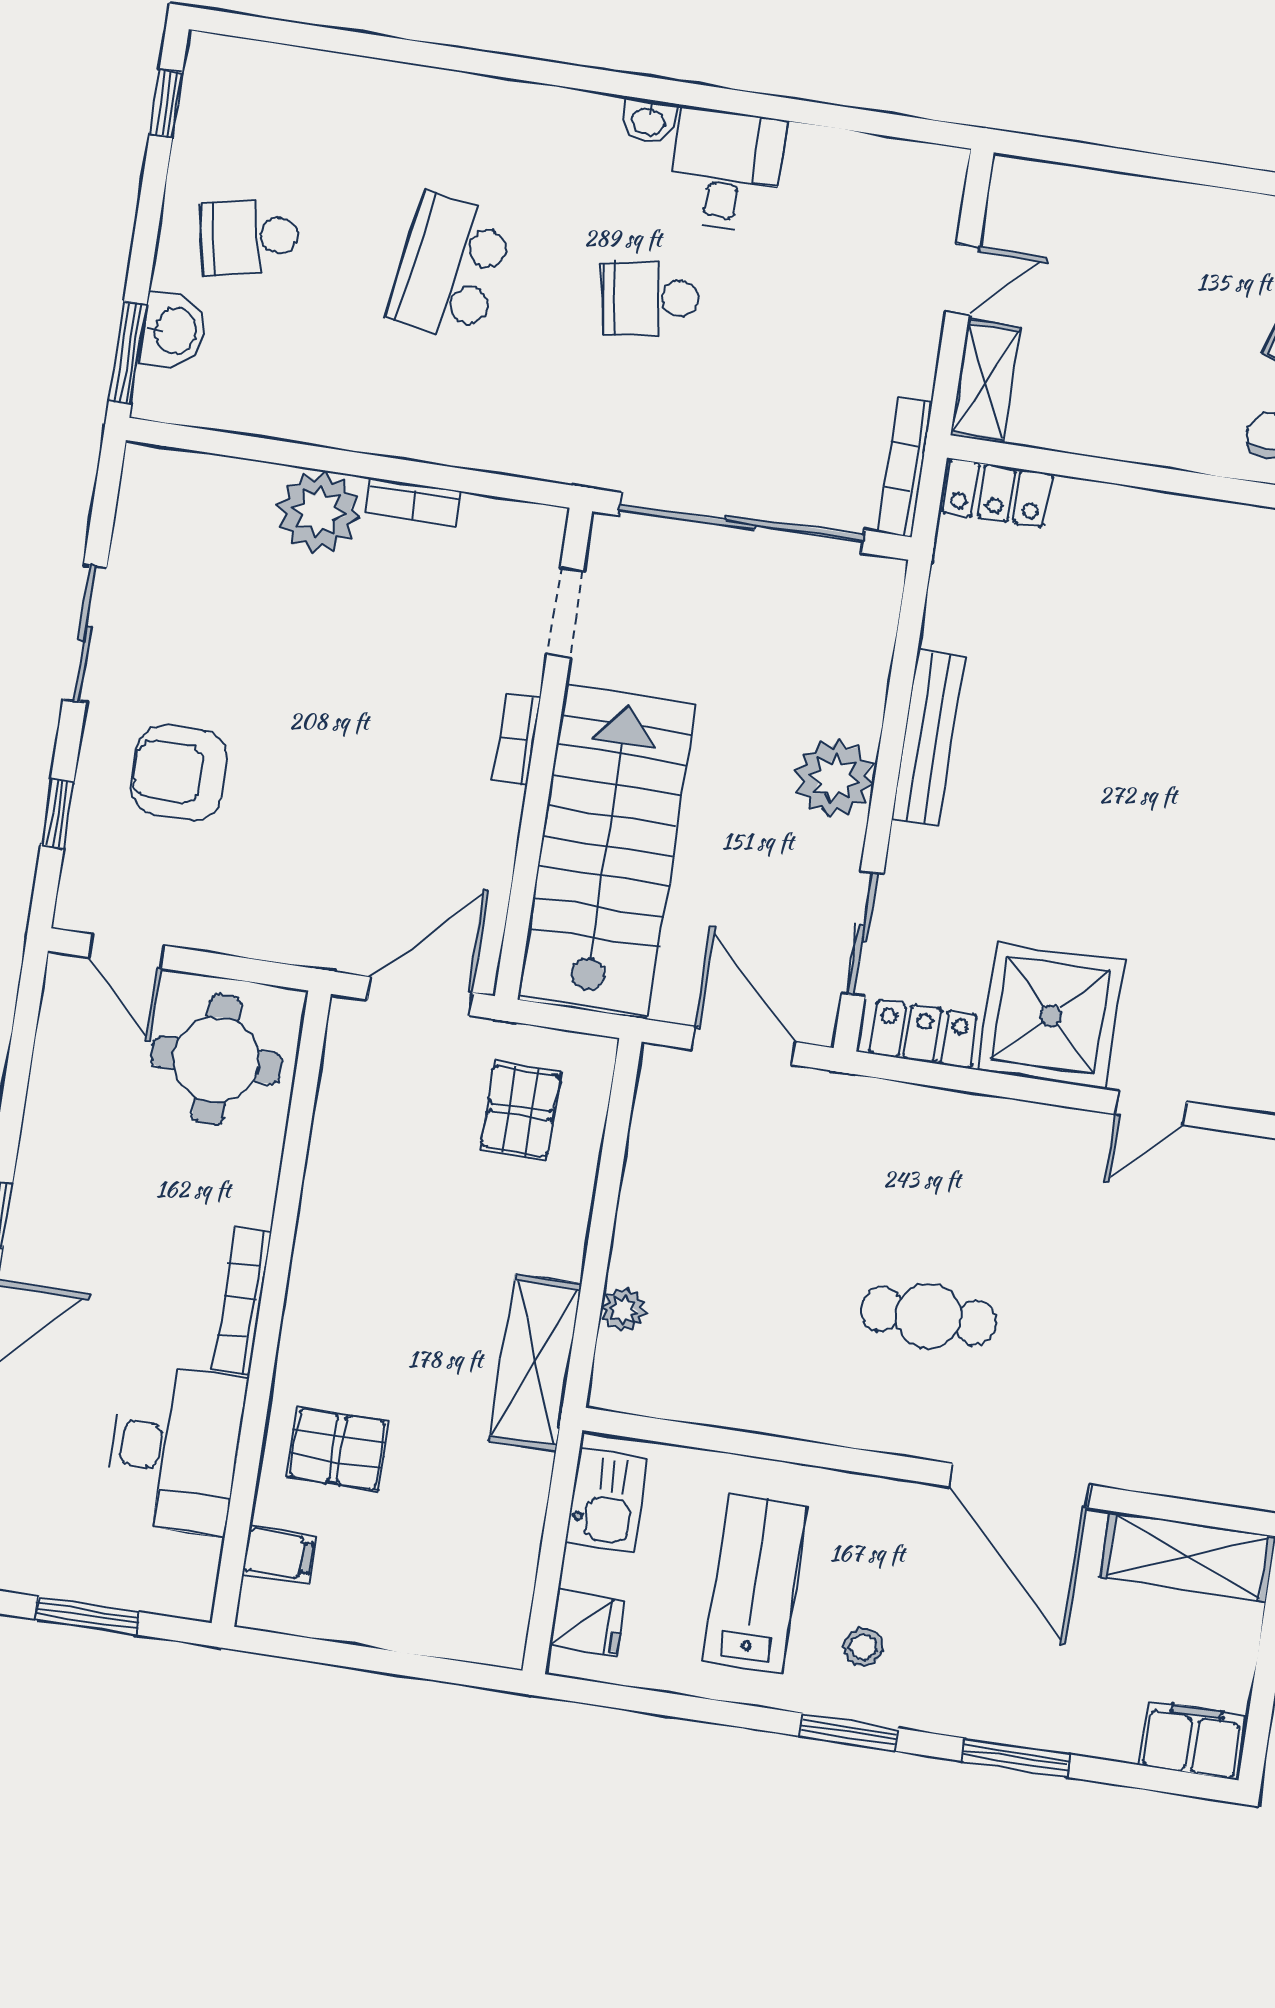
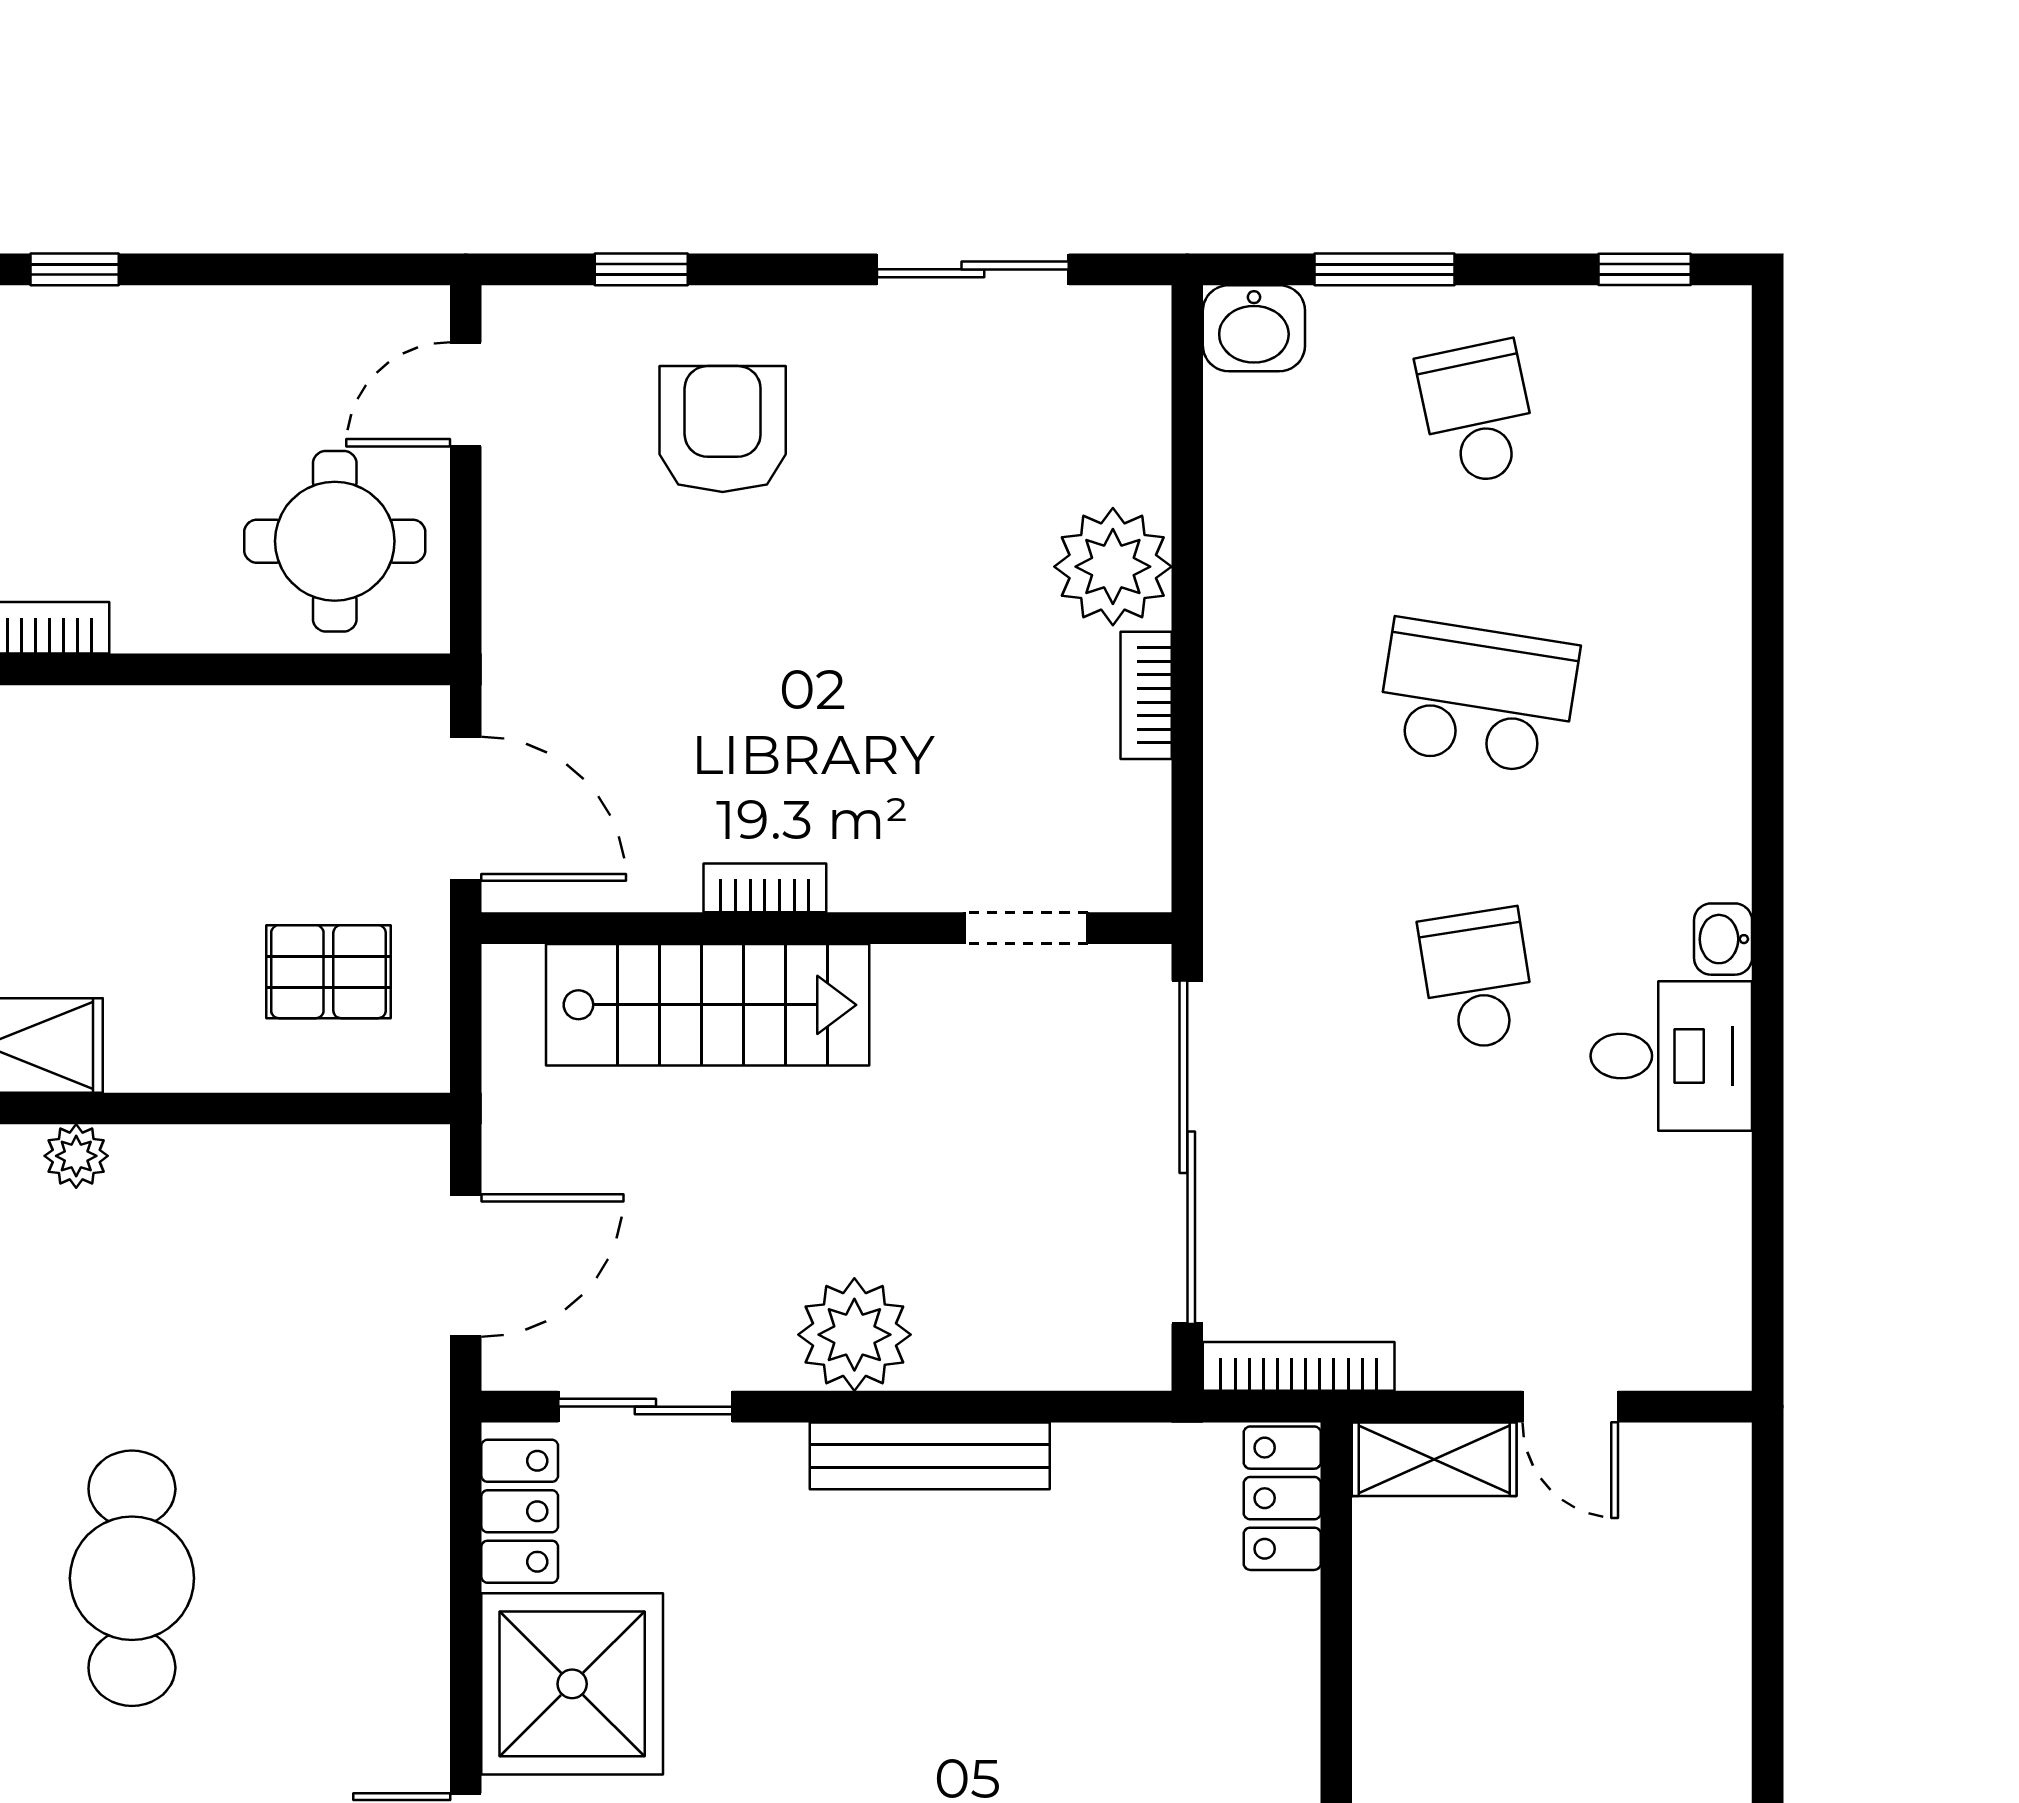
washbasin: (174, 331) -> (1254, 328), moved
window: (128, 353) -> (1385, 269), moved
sliding door: (85, 633) -> (973, 269), moved
bookcase: (517, 739) -> (765, 888), moved
stairs: (607, 850) -> (708, 1005), width x0.73, depth x0.66
cafe table: (928, 1316) -> (132, 1578), width x1.37, depth x1.35

